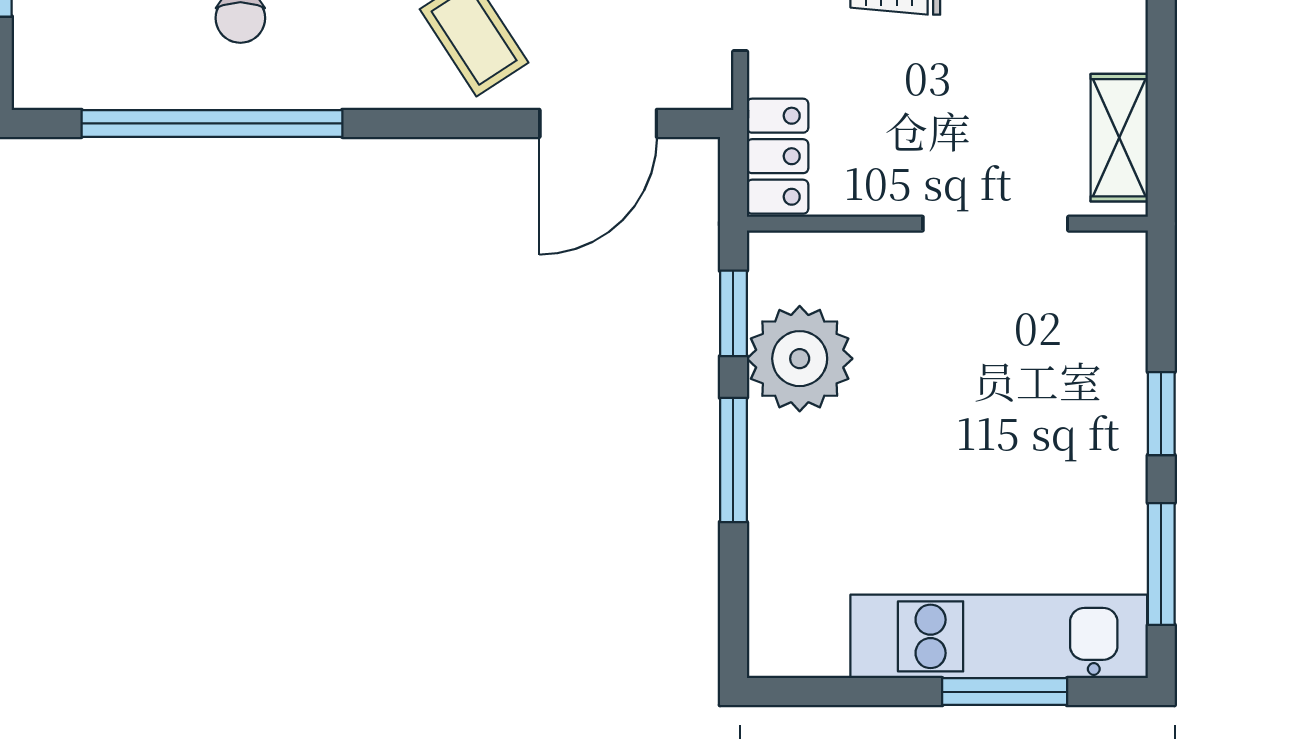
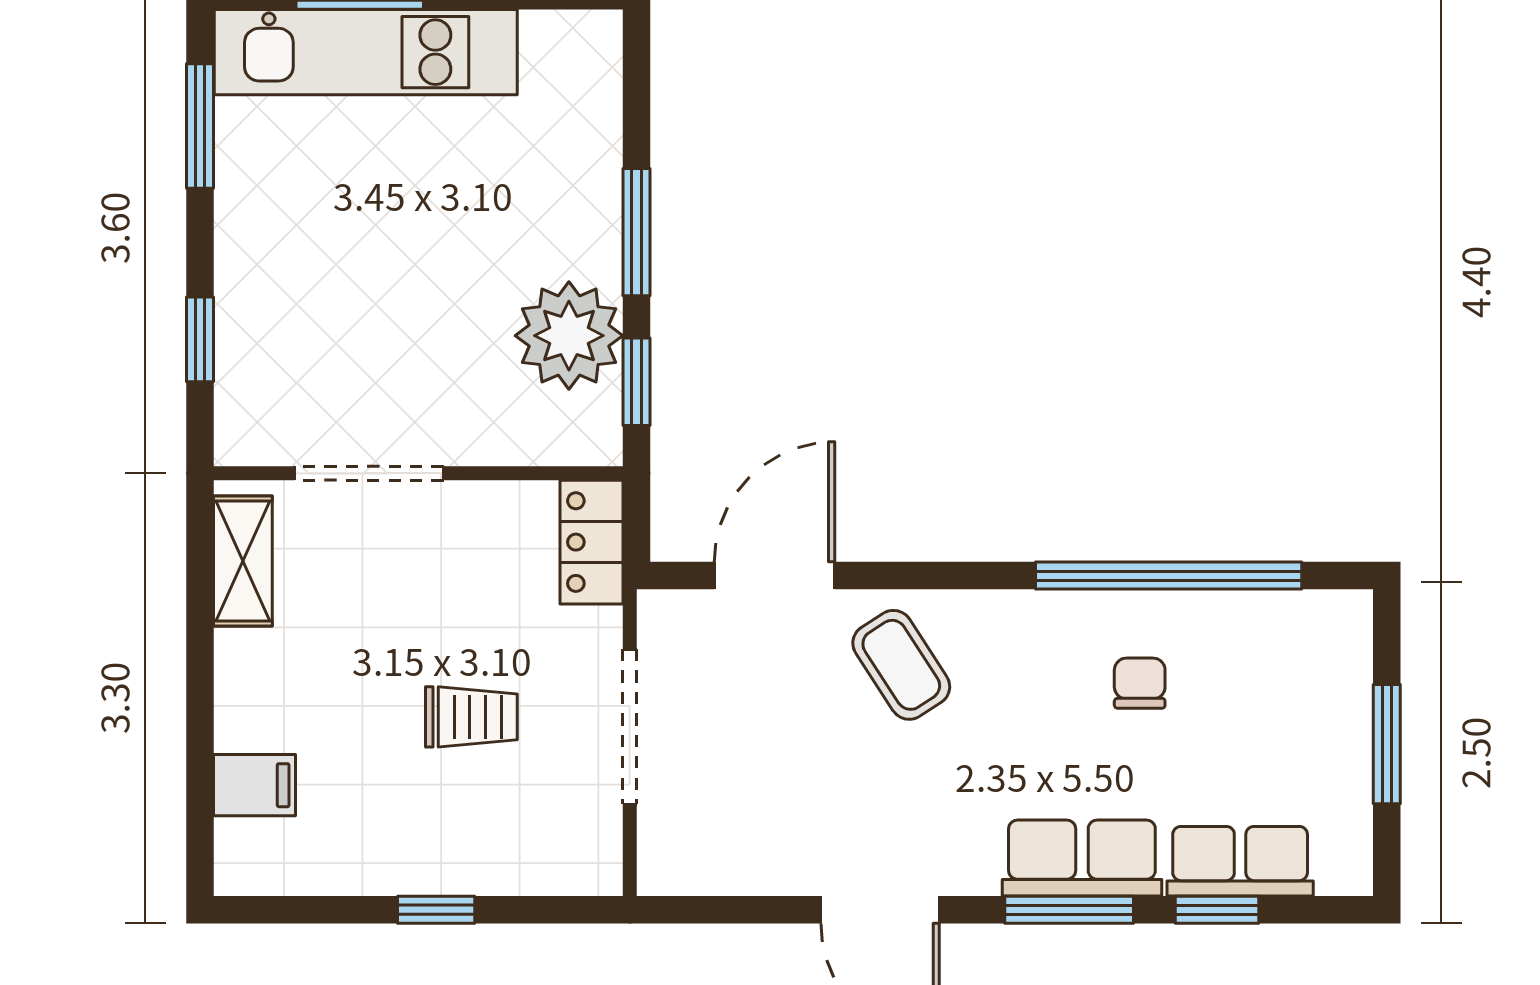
window: (1161, 414) -> (200, 339), moved

